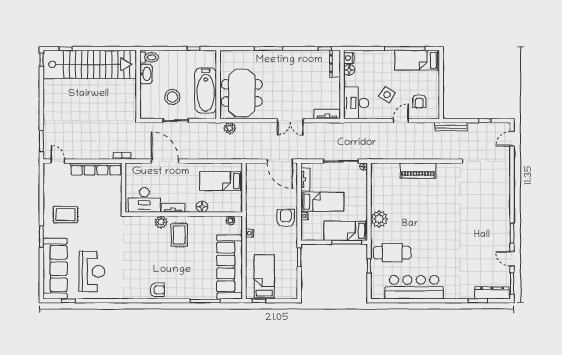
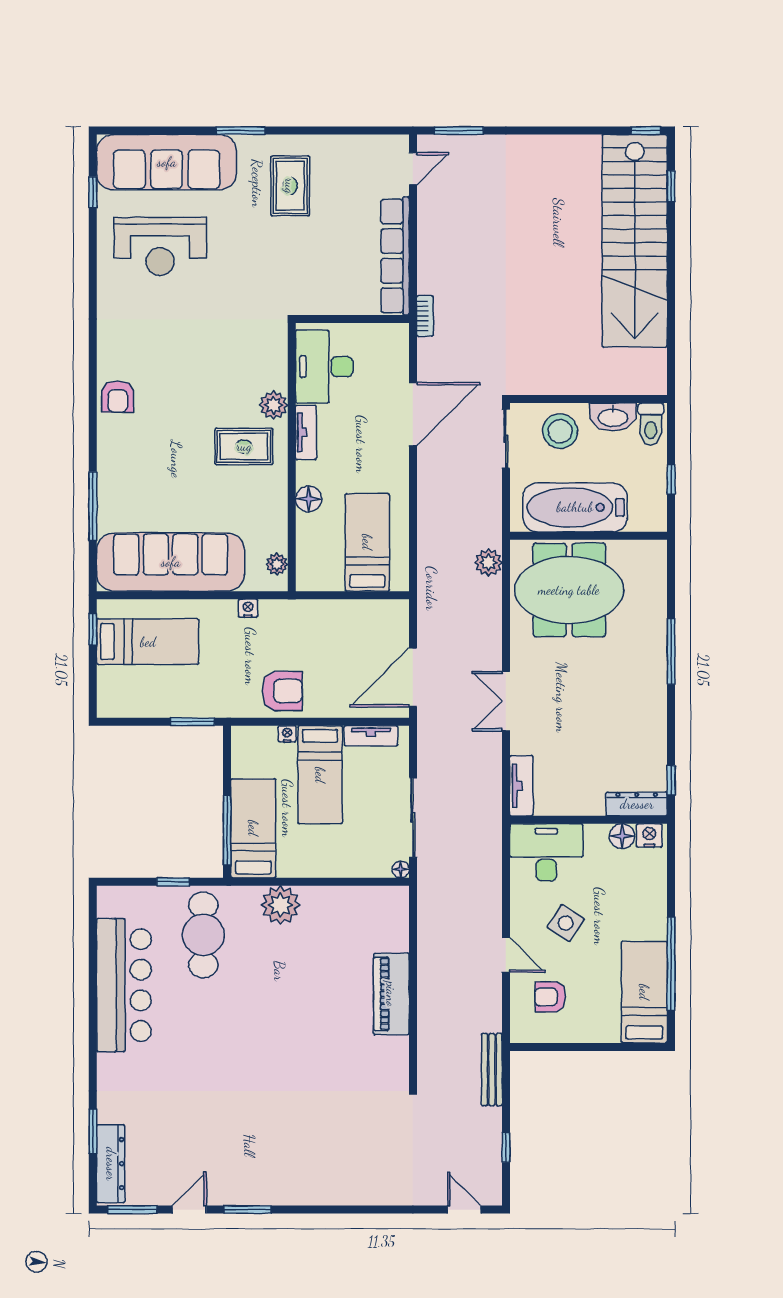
toilet: (149, 57) -> (651, 424), moved
washbasin: (146, 74) -> (613, 417), moved
wall: (138, 85) -> (588, 399), moved

